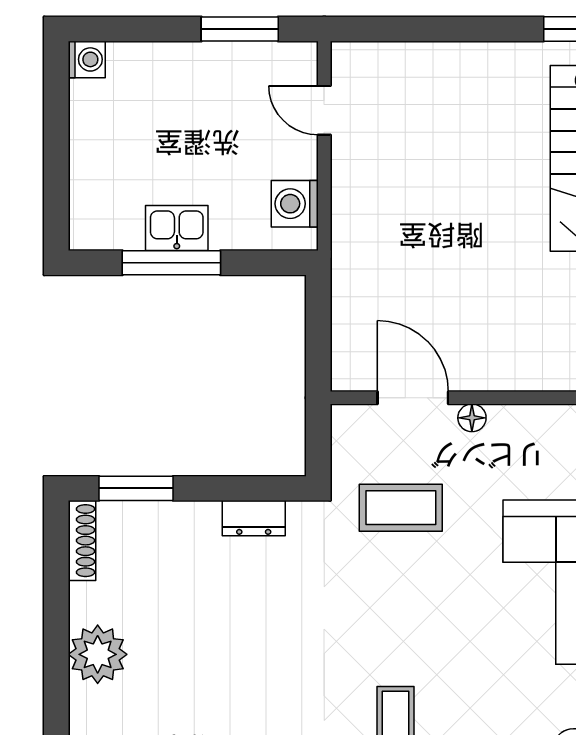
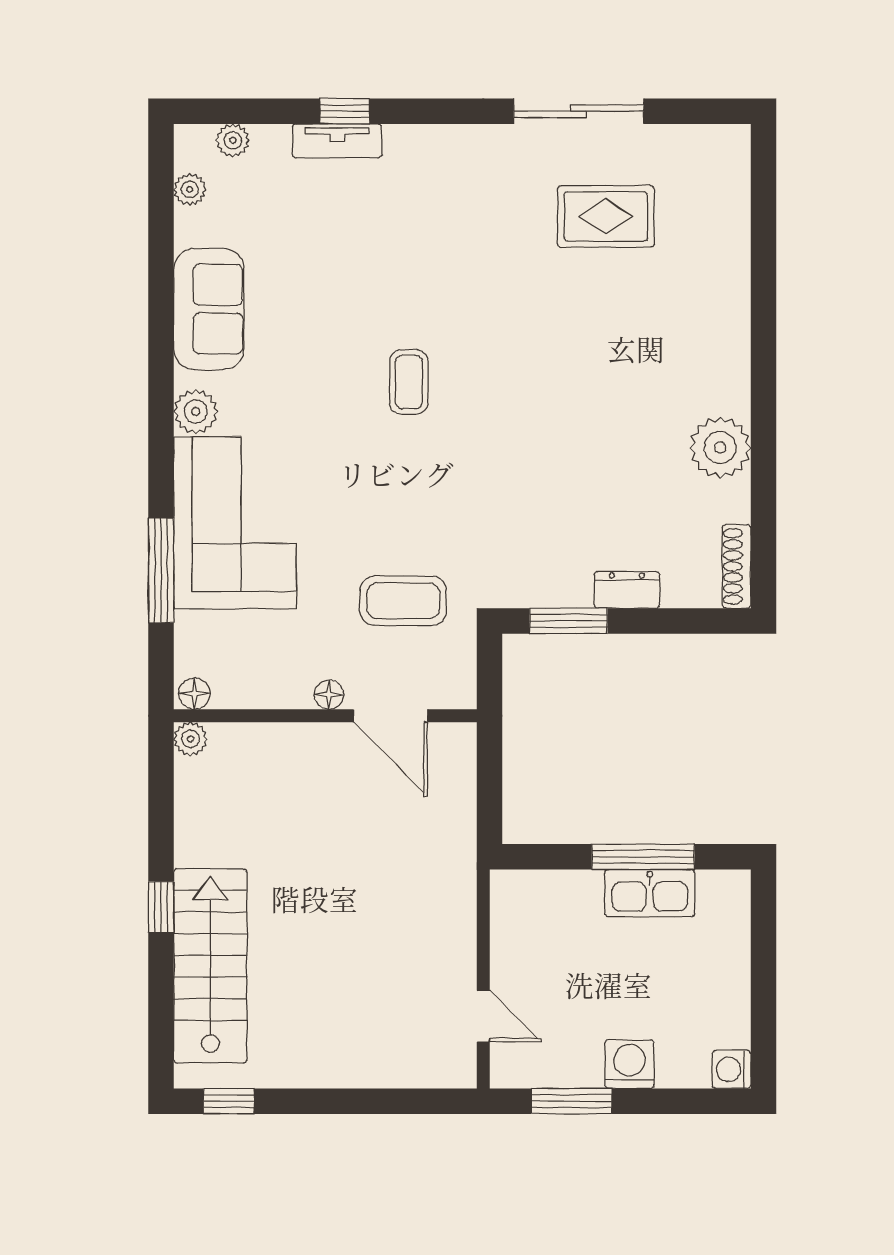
washing machine: (295, 204) -> (629, 1064), moved, turned -90
kitchen sink: (177, 228) -> (650, 893), width x1.38
window: (136, 488) -> (569, 621), moved
dresser: (254, 518) -> (627, 590), moved

